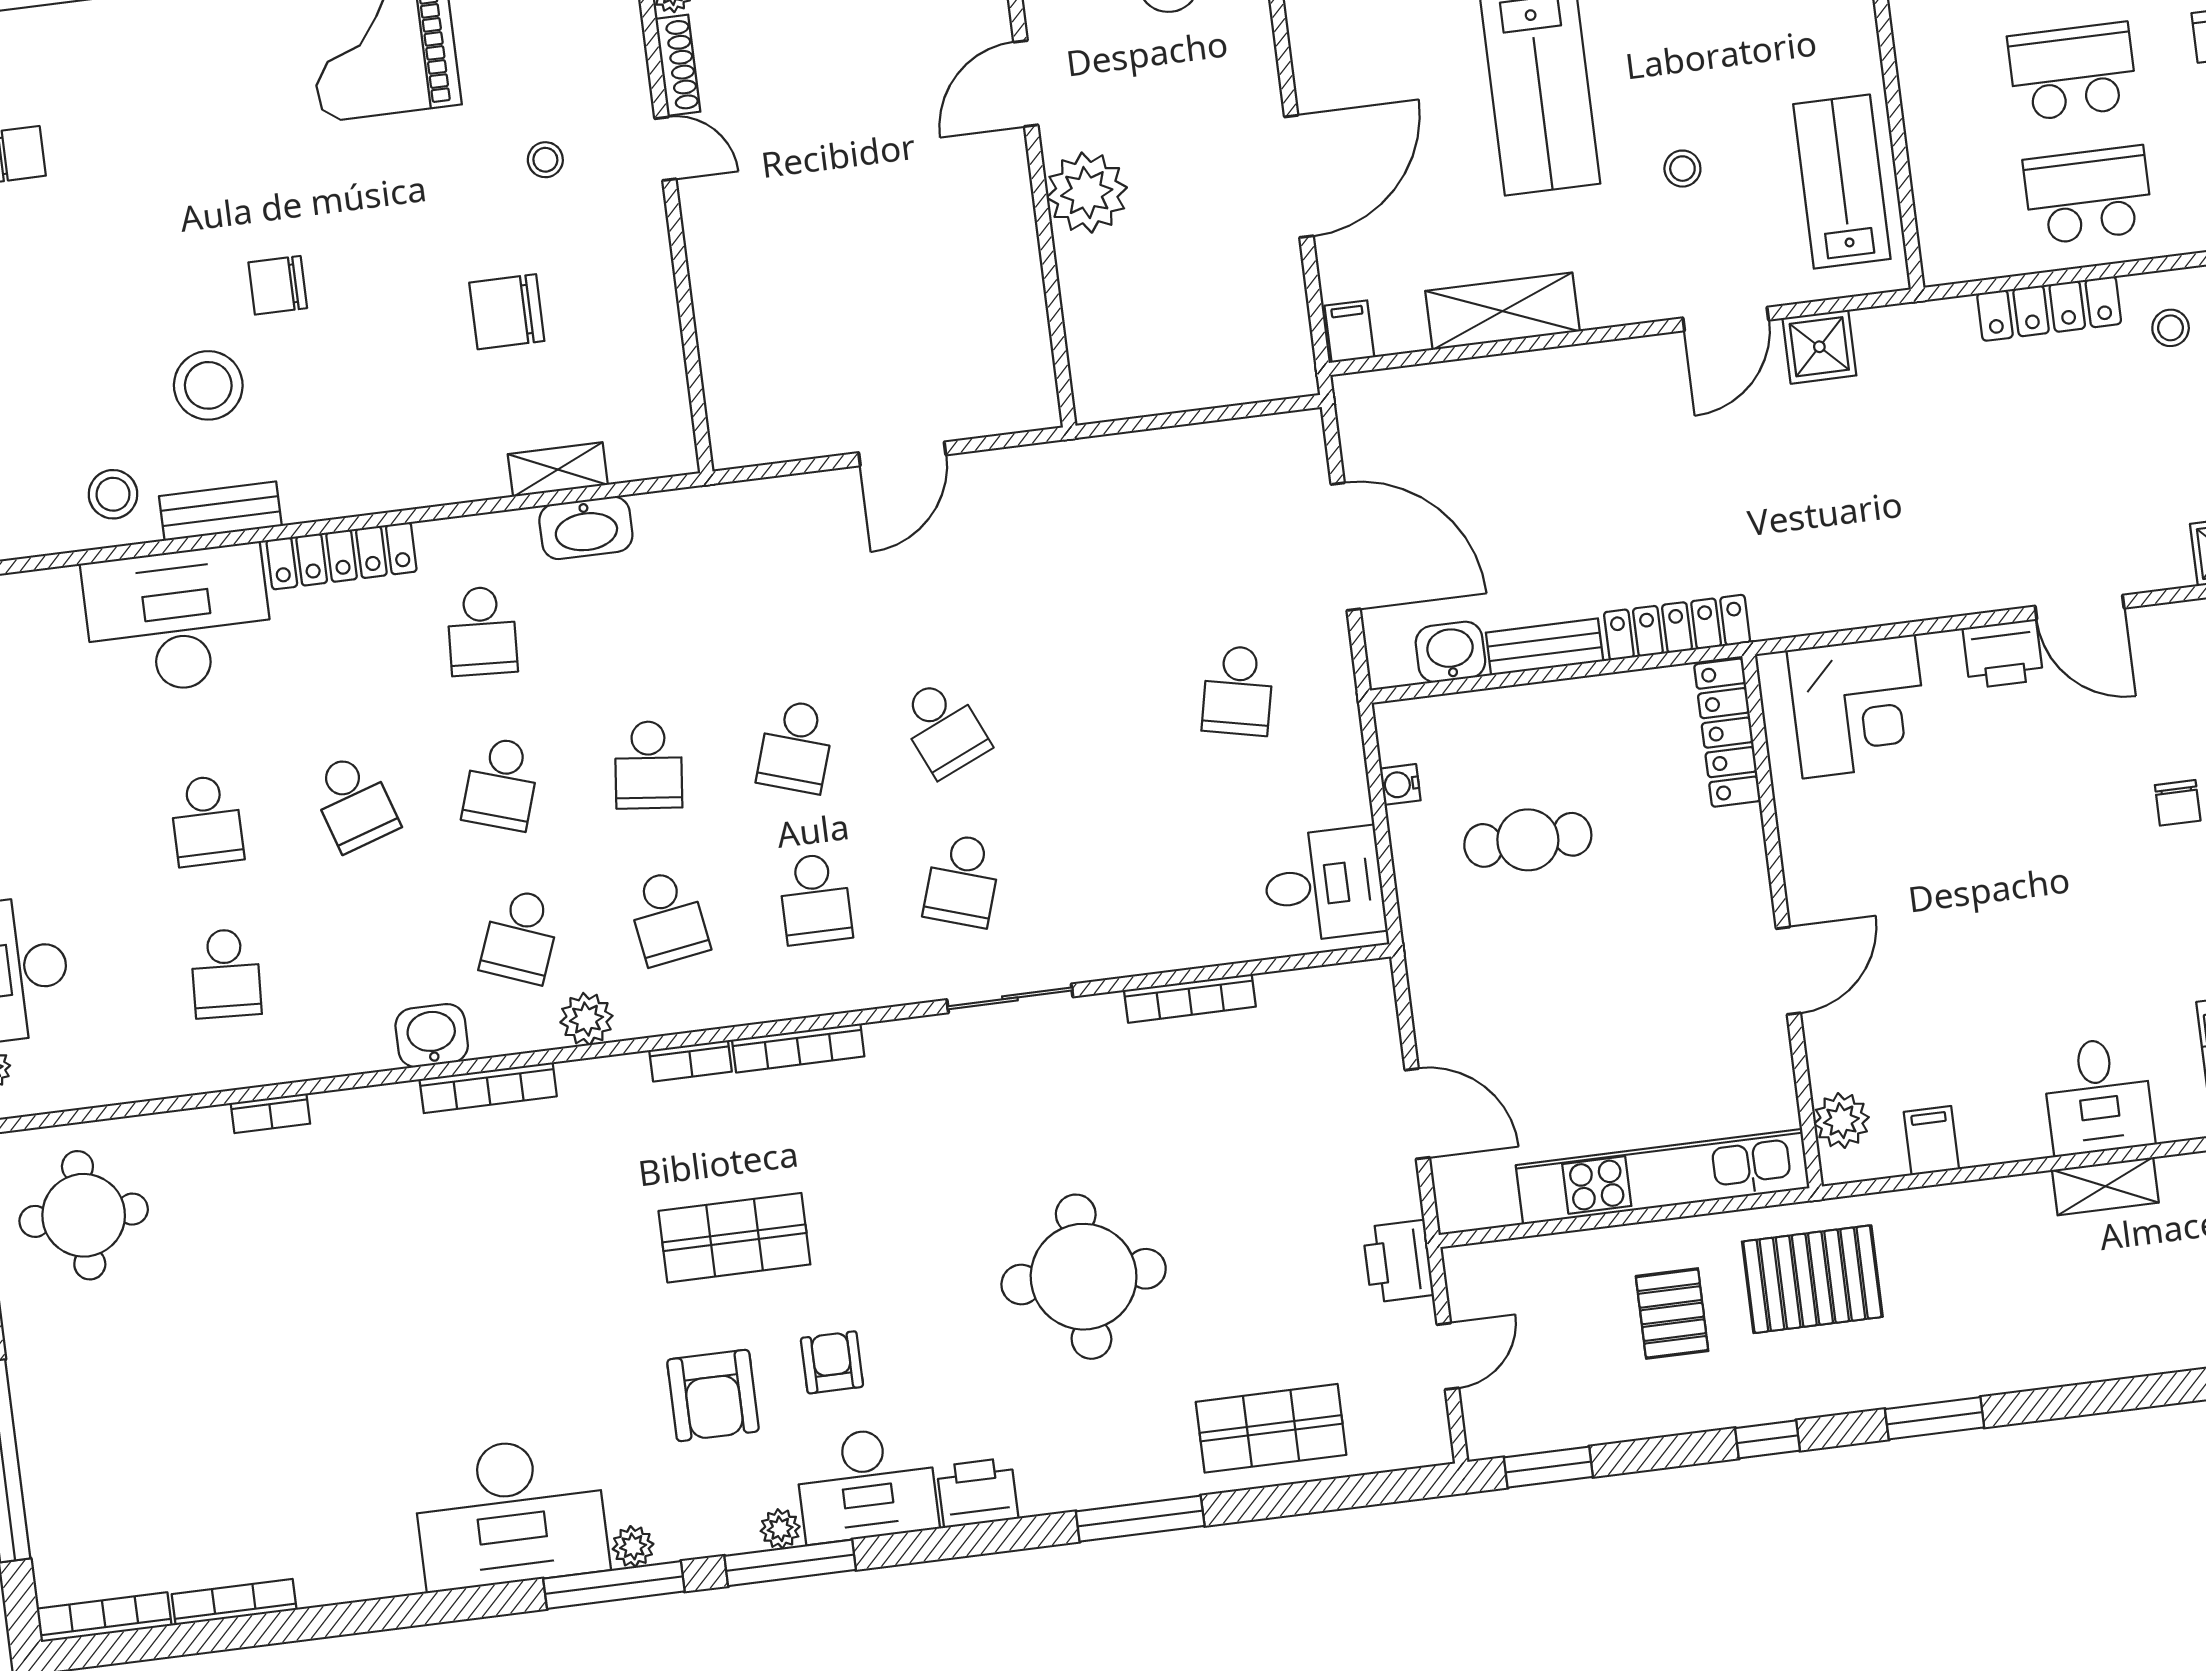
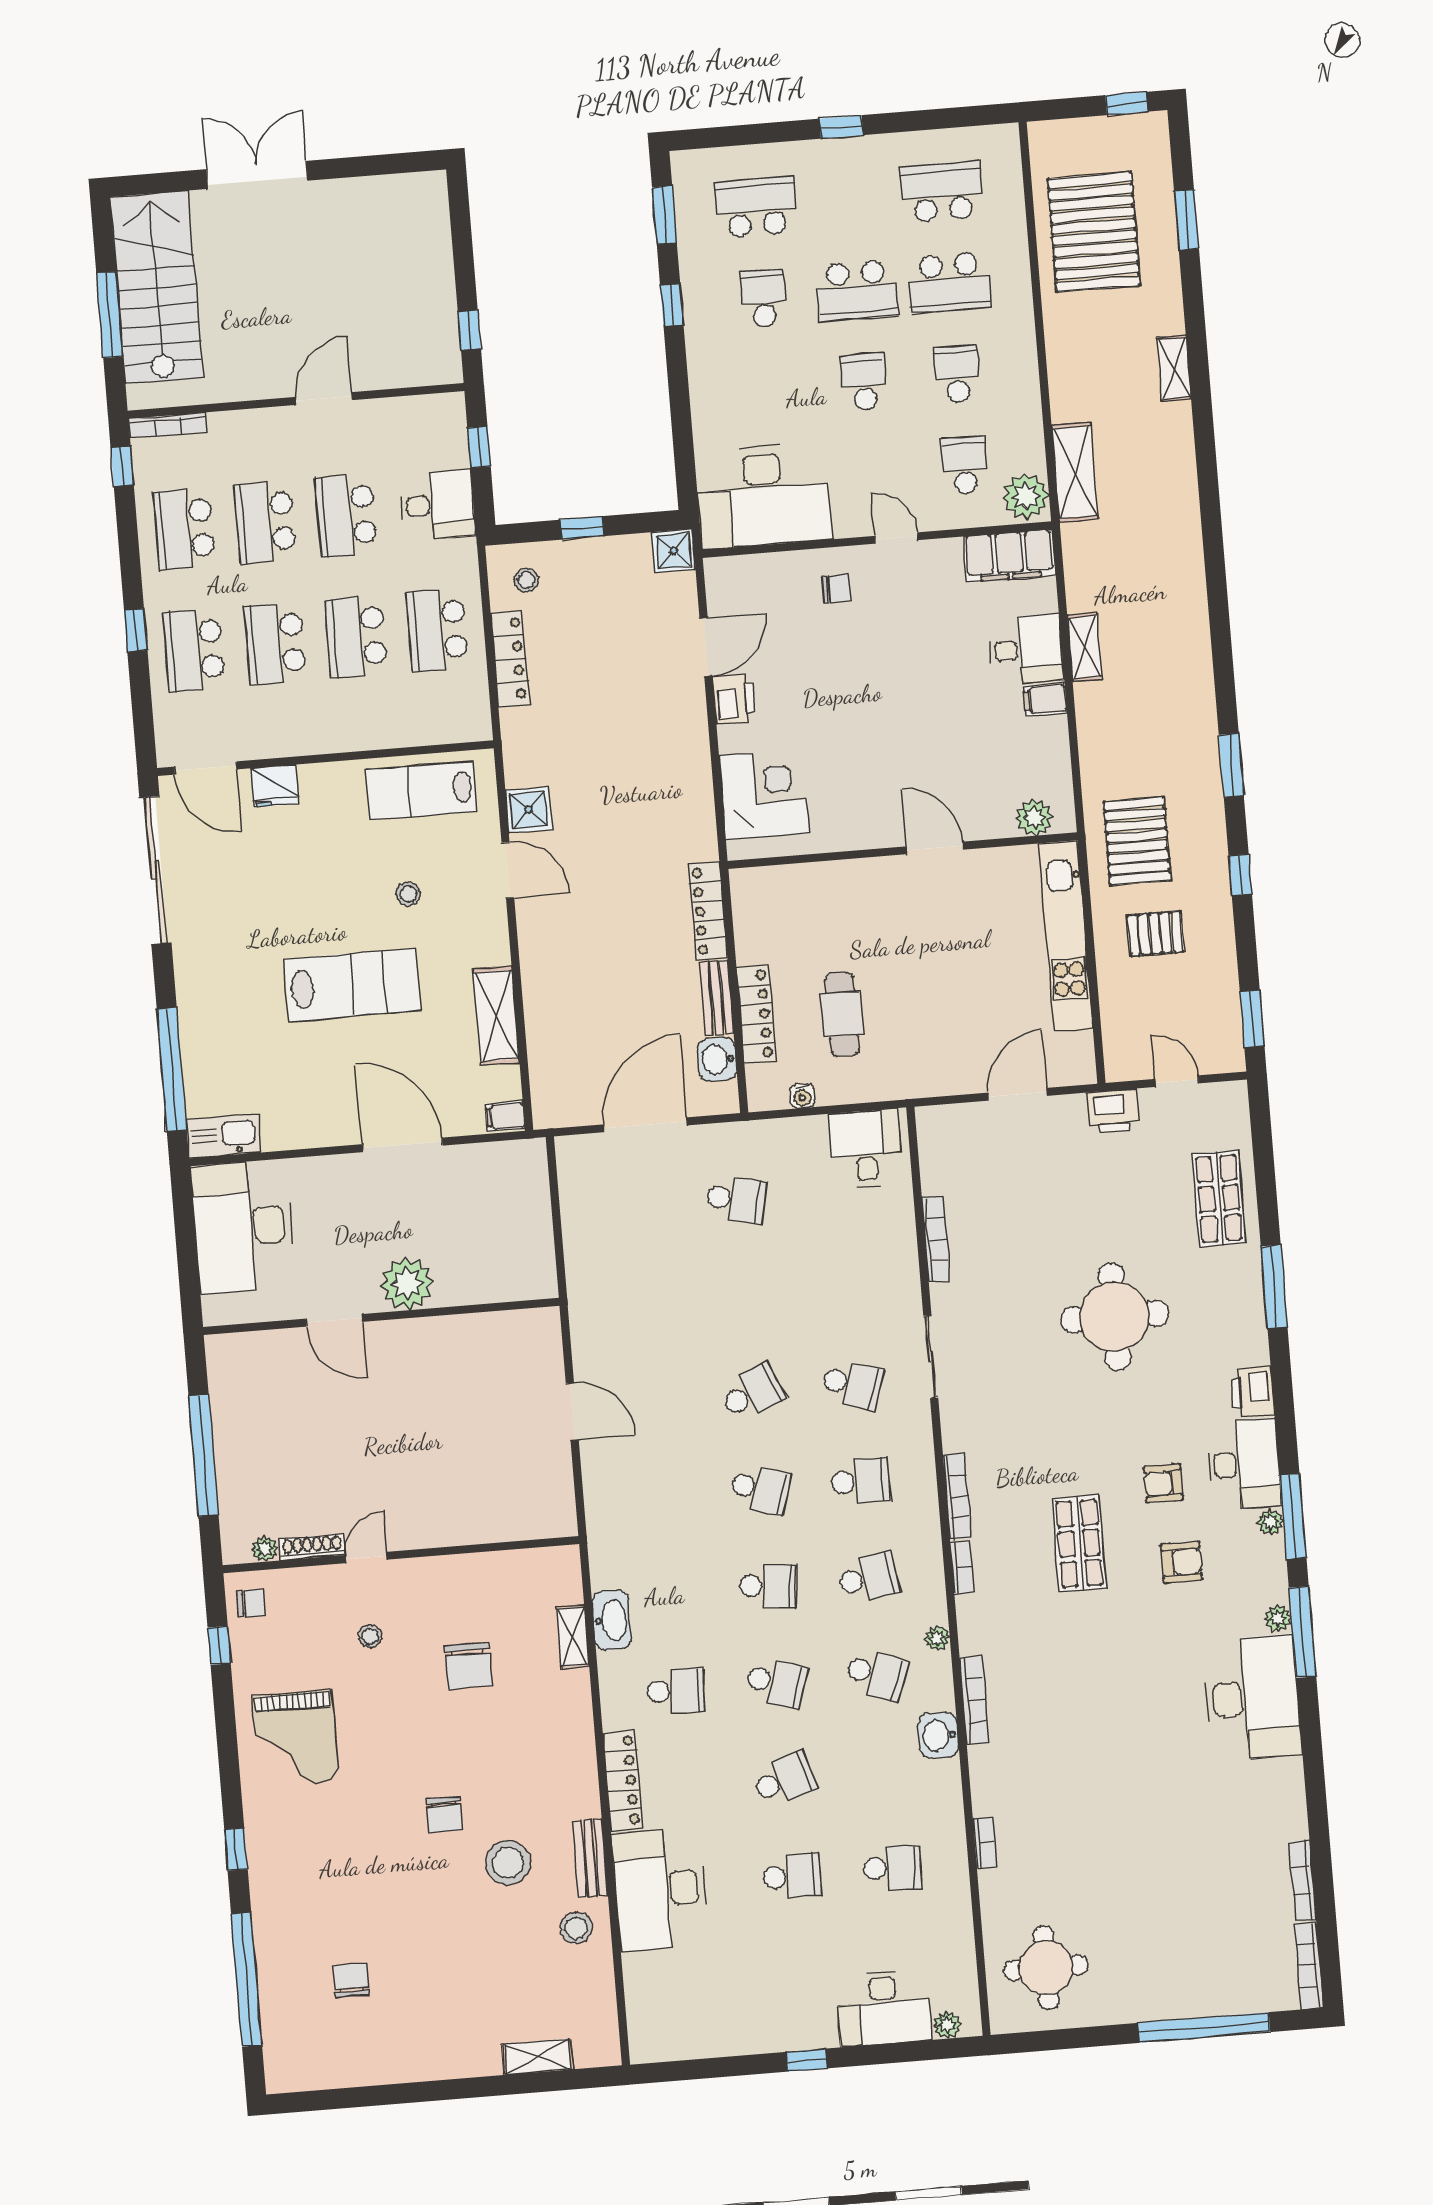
locker: (1727, 733) -> (756, 1014), moved, turned -90
plant: (586, 1019) -> (937, 1638), width x0.73, depth x0.73
filing cabinet: (1931, 1141) -> (1045, 700), moved
armchair: (713, 1395) -> (1182, 1562), width x0.72, depth x0.72

